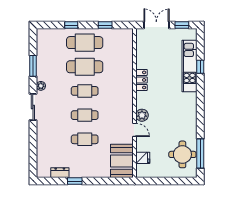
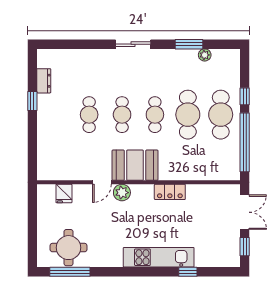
window: (105, 25) -> (245, 142), width x3.17
kitchen unit: (190, 66) -> (159, 257), moved
plant: (41, 86) -> (205, 55), moved
booth: (122, 161) -> (135, 165), moved

